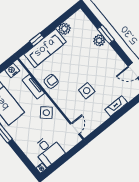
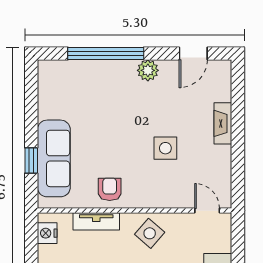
plant: (65, 29) -> (49, 107), removed
window: (106, 34) -> (106, 53), width x2.11
plant: (99, 40) -> (148, 70), moved

